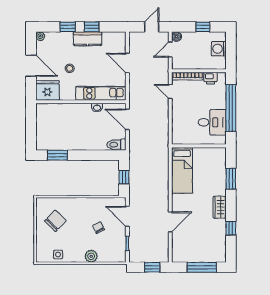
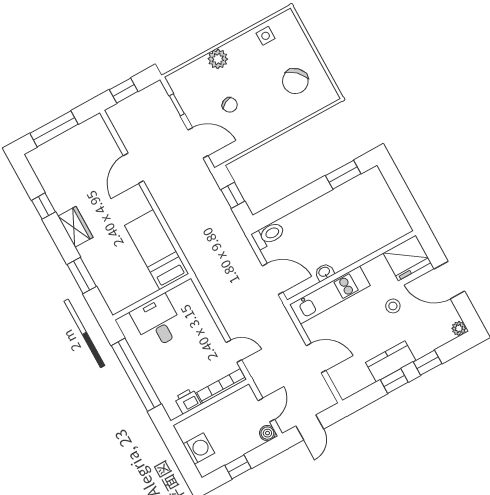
desk: (212, 122) -> (157, 322), moved, turned 90

